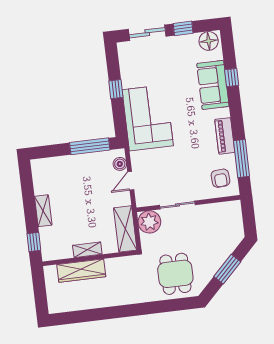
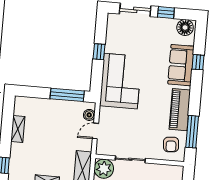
piano: (225, 136) -> (180, 110), width x1.37, depth x1.33
shelving: (43, 211) -> (18, 129), moved

